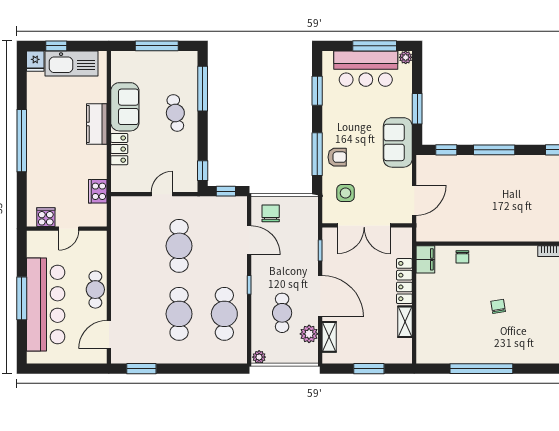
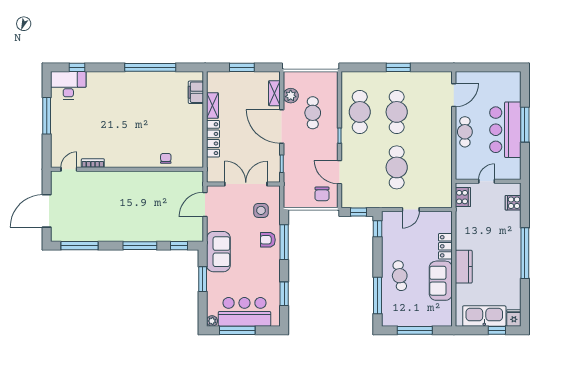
cooker: (98, 191) -> (463, 197), moved
cooker: (46, 217) -> (513, 203), moved, turned 90
filing cabinet: (425, 259) -> (196, 92), moved
bar counter: (46, 305) -> (505, 130), width x0.73
chair: (498, 306) -> (137, 118), removed
plant: (259, 357) -> (331, 77), removed
window: (141, 369) -> (398, 67), moved

